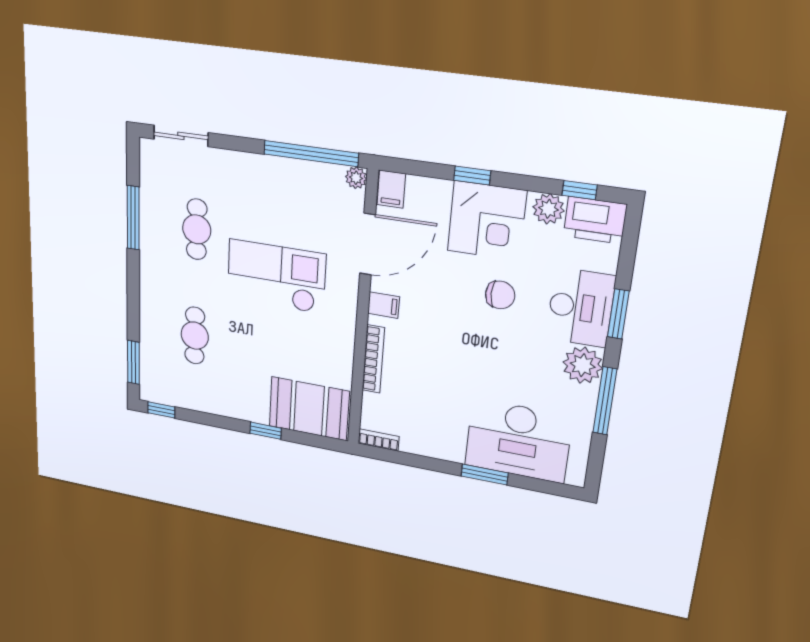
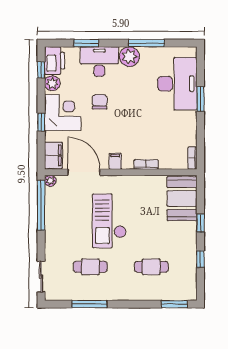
filing cabinet: (391, 189) -> (54, 155), width x2.00
window: (618, 314) -> (86, 43), moved
bookcase: (373, 359) -> (146, 165), width x0.64
window: (161, 410) -> (200, 259), moved

